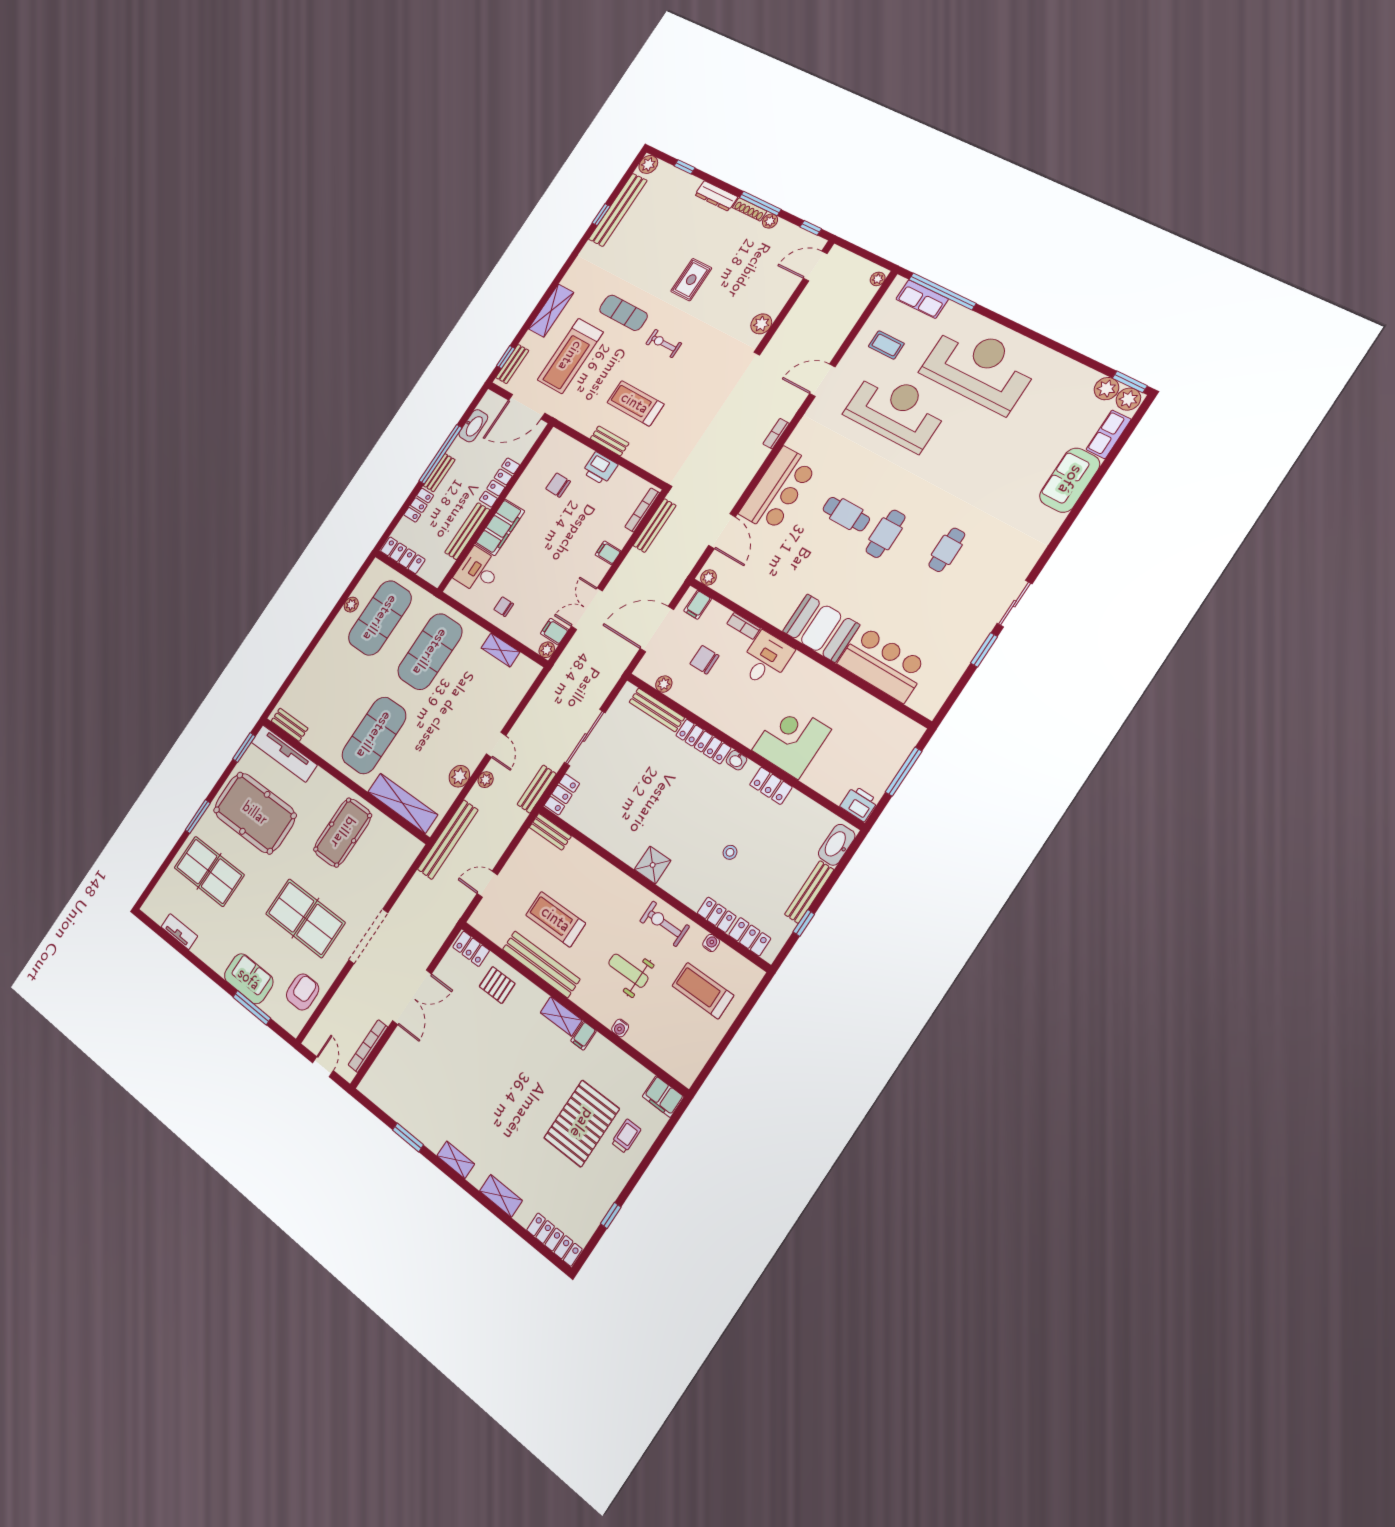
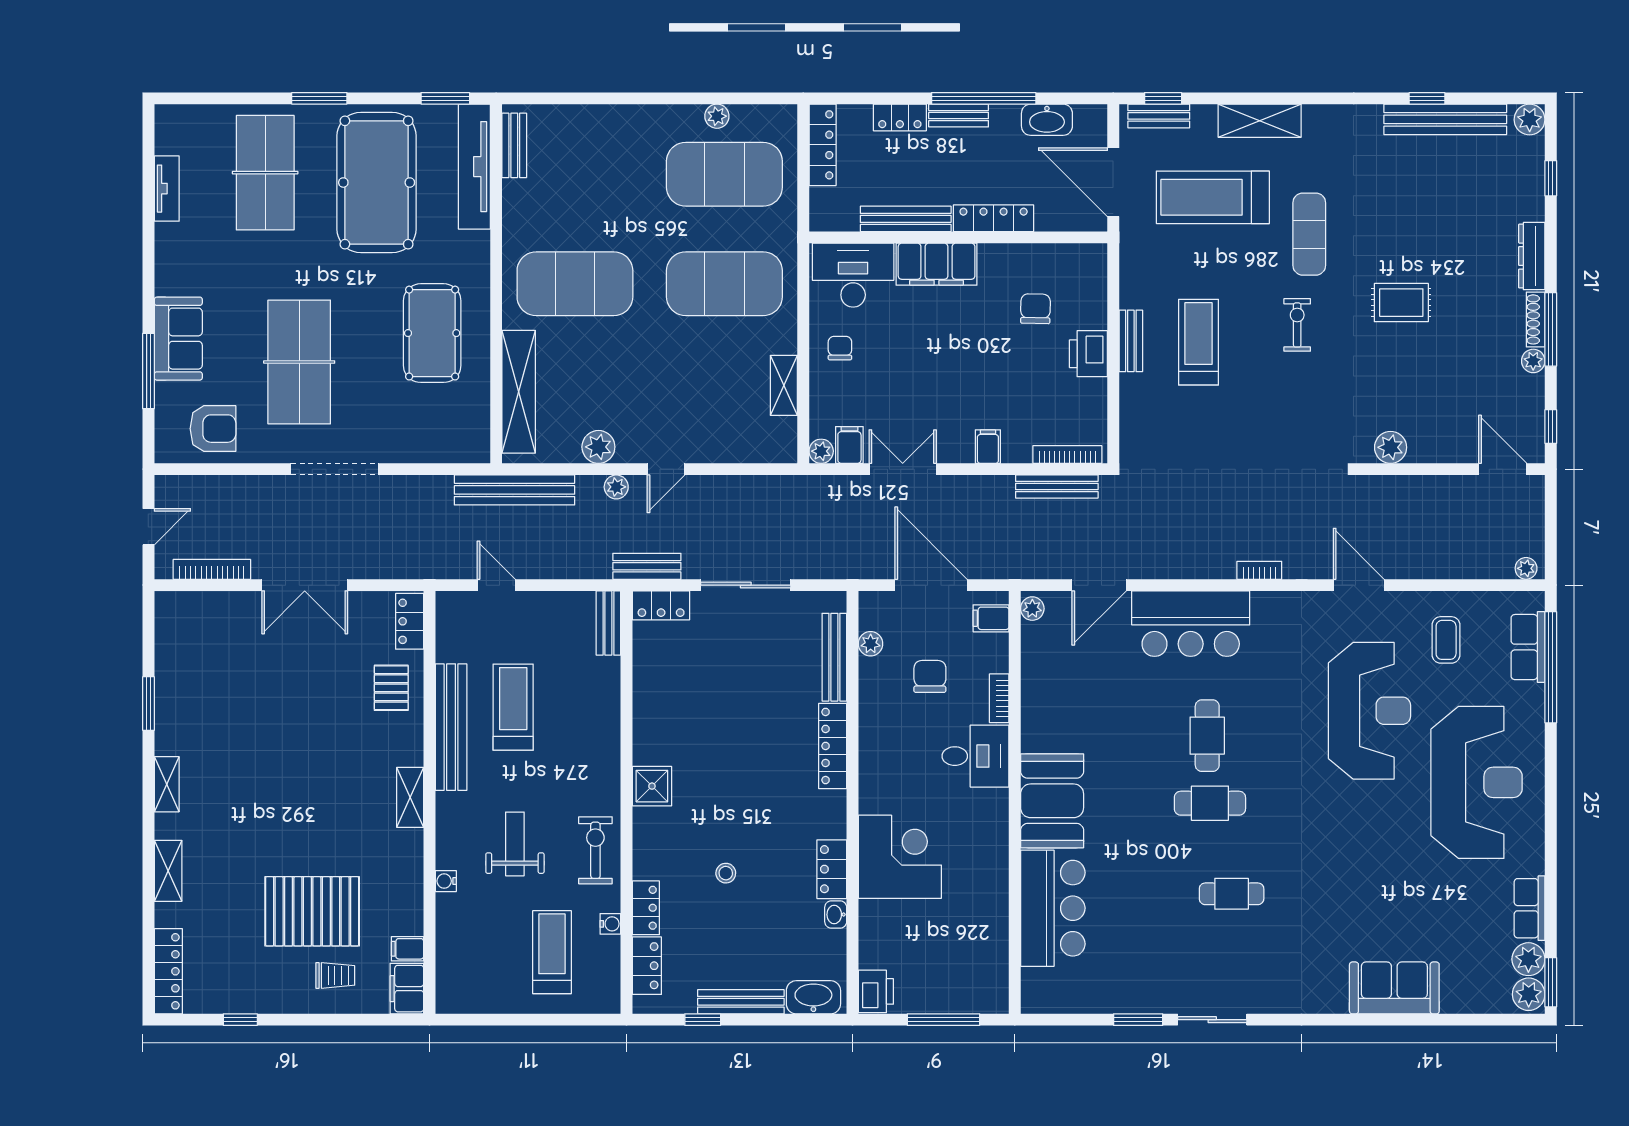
row of seats: (1109, 434) -> (1530, 908), moved, turned -90
desk: (478, 571) -> (853, 275), width x1.37
washbasin: (736, 760) -> (836, 915), moved
pool table: (343, 832) -> (432, 333), turned 90
filing cabinet: (584, 1036) -> (407, 949), moved

